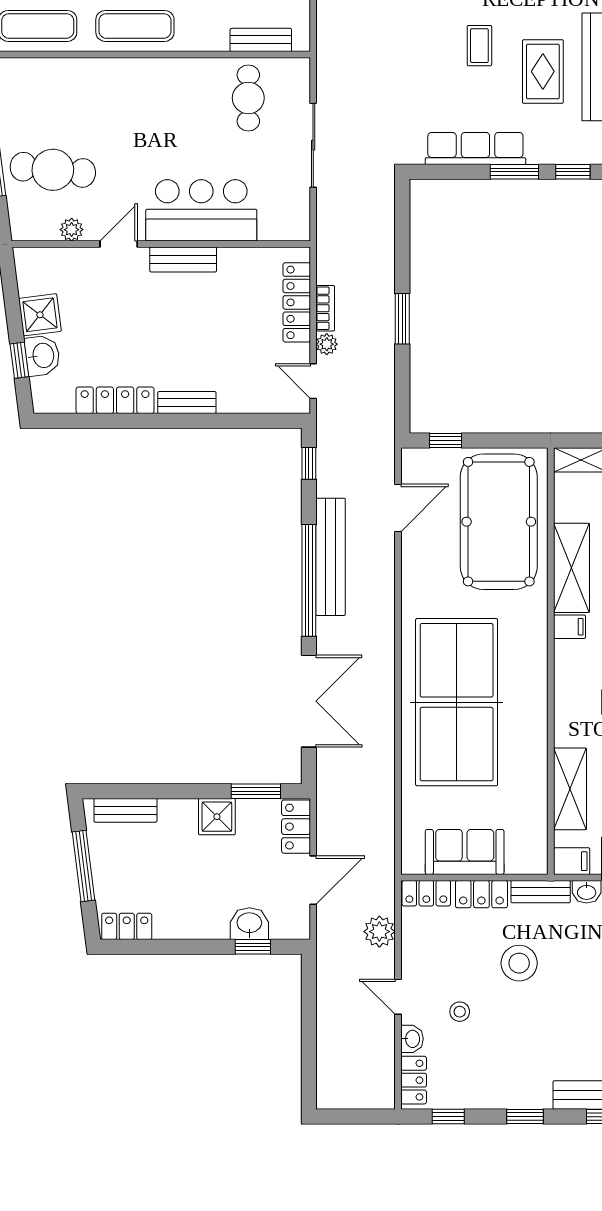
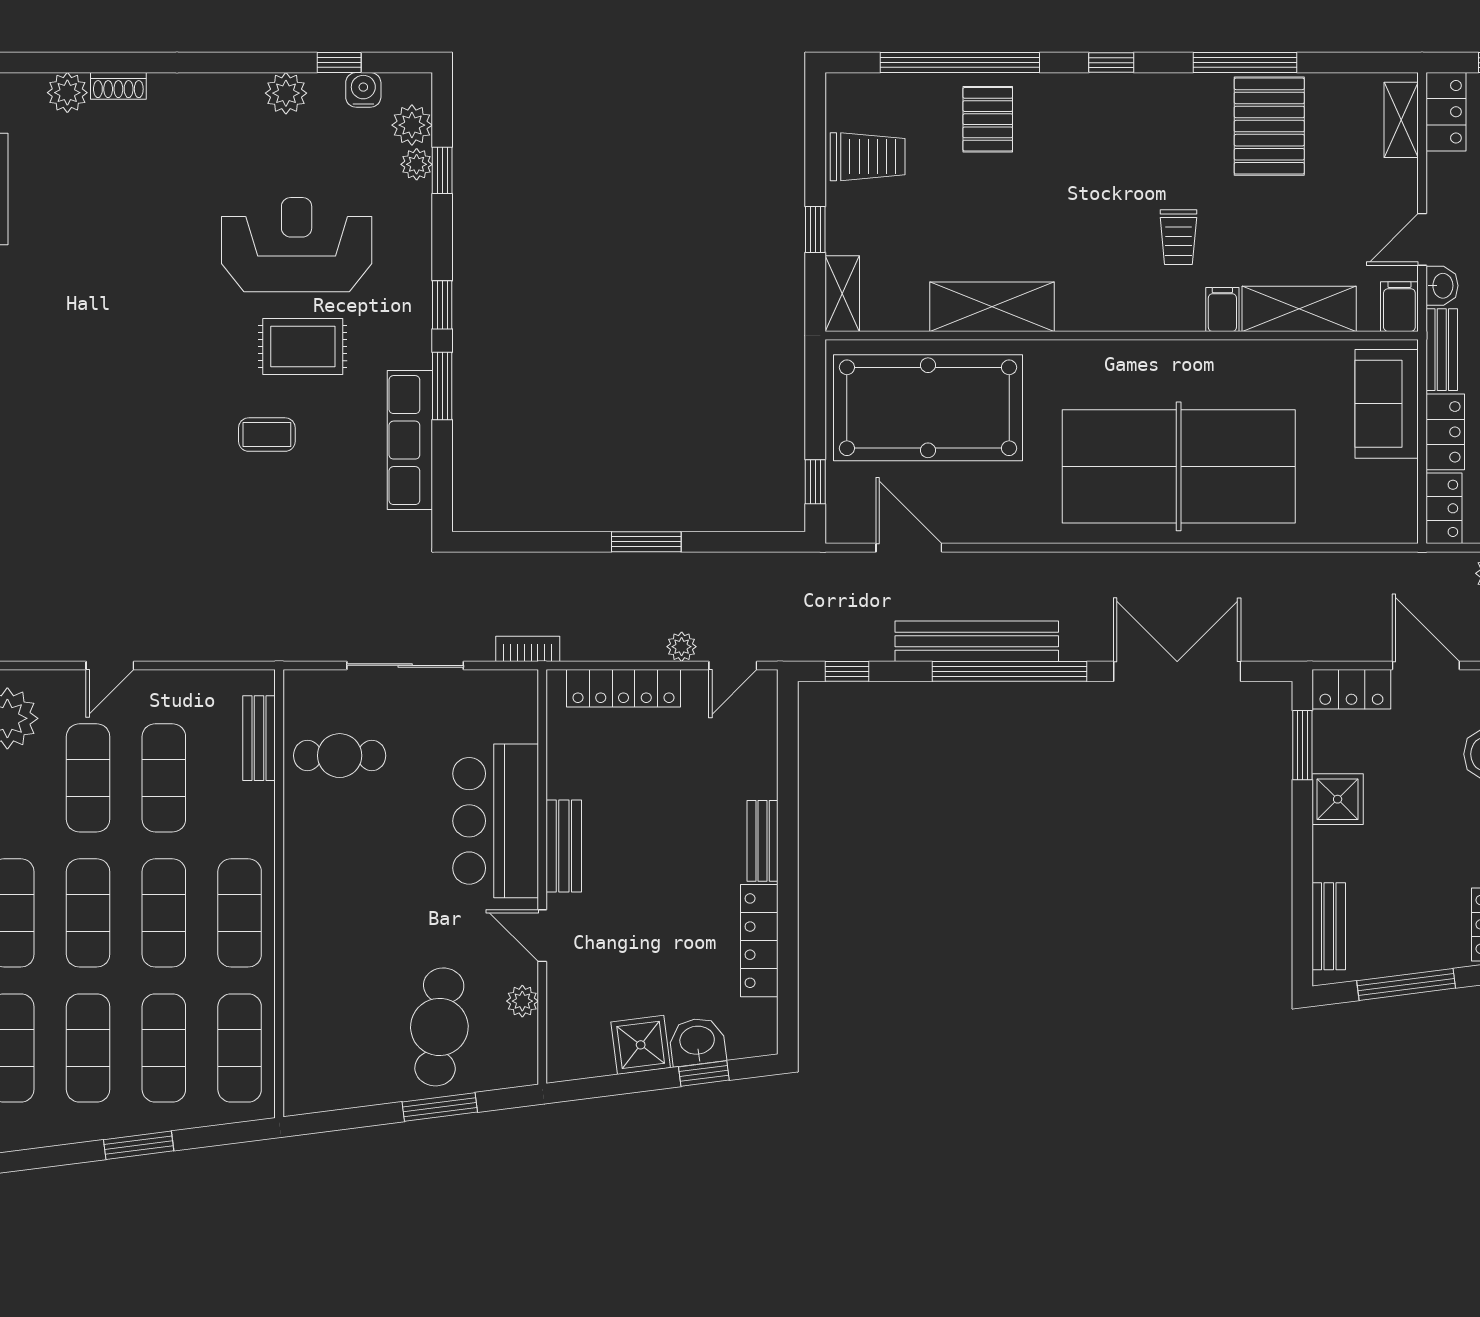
bookcase: (325, 308) -> (528, 649), moved
filing cabinet: (569, 627) -> (1222, 310), moved
sofa: (465, 852) -> (1387, 404), moved

